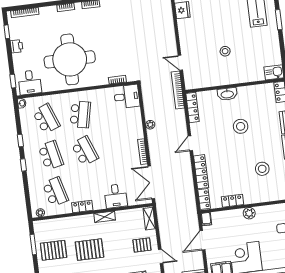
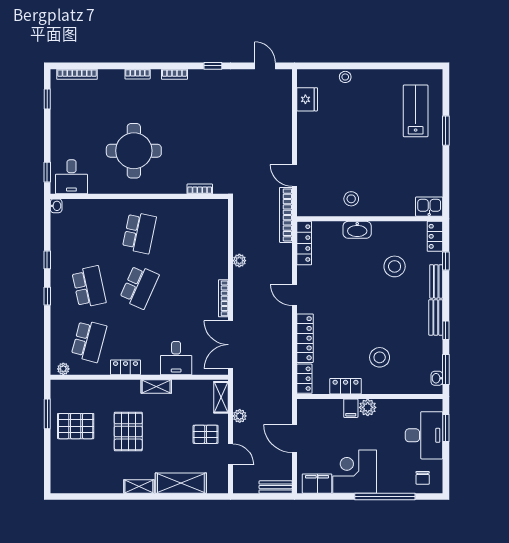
printer: (17, 46) -> (59, 122), removed
stool: (225, 51) -> (351, 199), moved
round table: (70, 59) -> (134, 151), width x0.73, depth x0.73
desk: (127, 97) -> (210, 215), removed
school desk: (46, 119) -> (89, 233), removed
stool: (241, 126) -> (395, 266), moved
door: (190, 143) -> (295, 295), hinge flipped
school desk: (85, 151) -> (139, 287), turned 45
stool: (262, 169) -> (380, 357), moved
school desk: (55, 192) -> (89, 341), turned 30
filing cabinet: (206, 219) -> (351, 408), moved
plant: (163, 230) -> (240, 416), added
door: (202, 240) -> (295, 438), hinge flipped
pallet: (90, 250) -> (128, 431), turned 90

